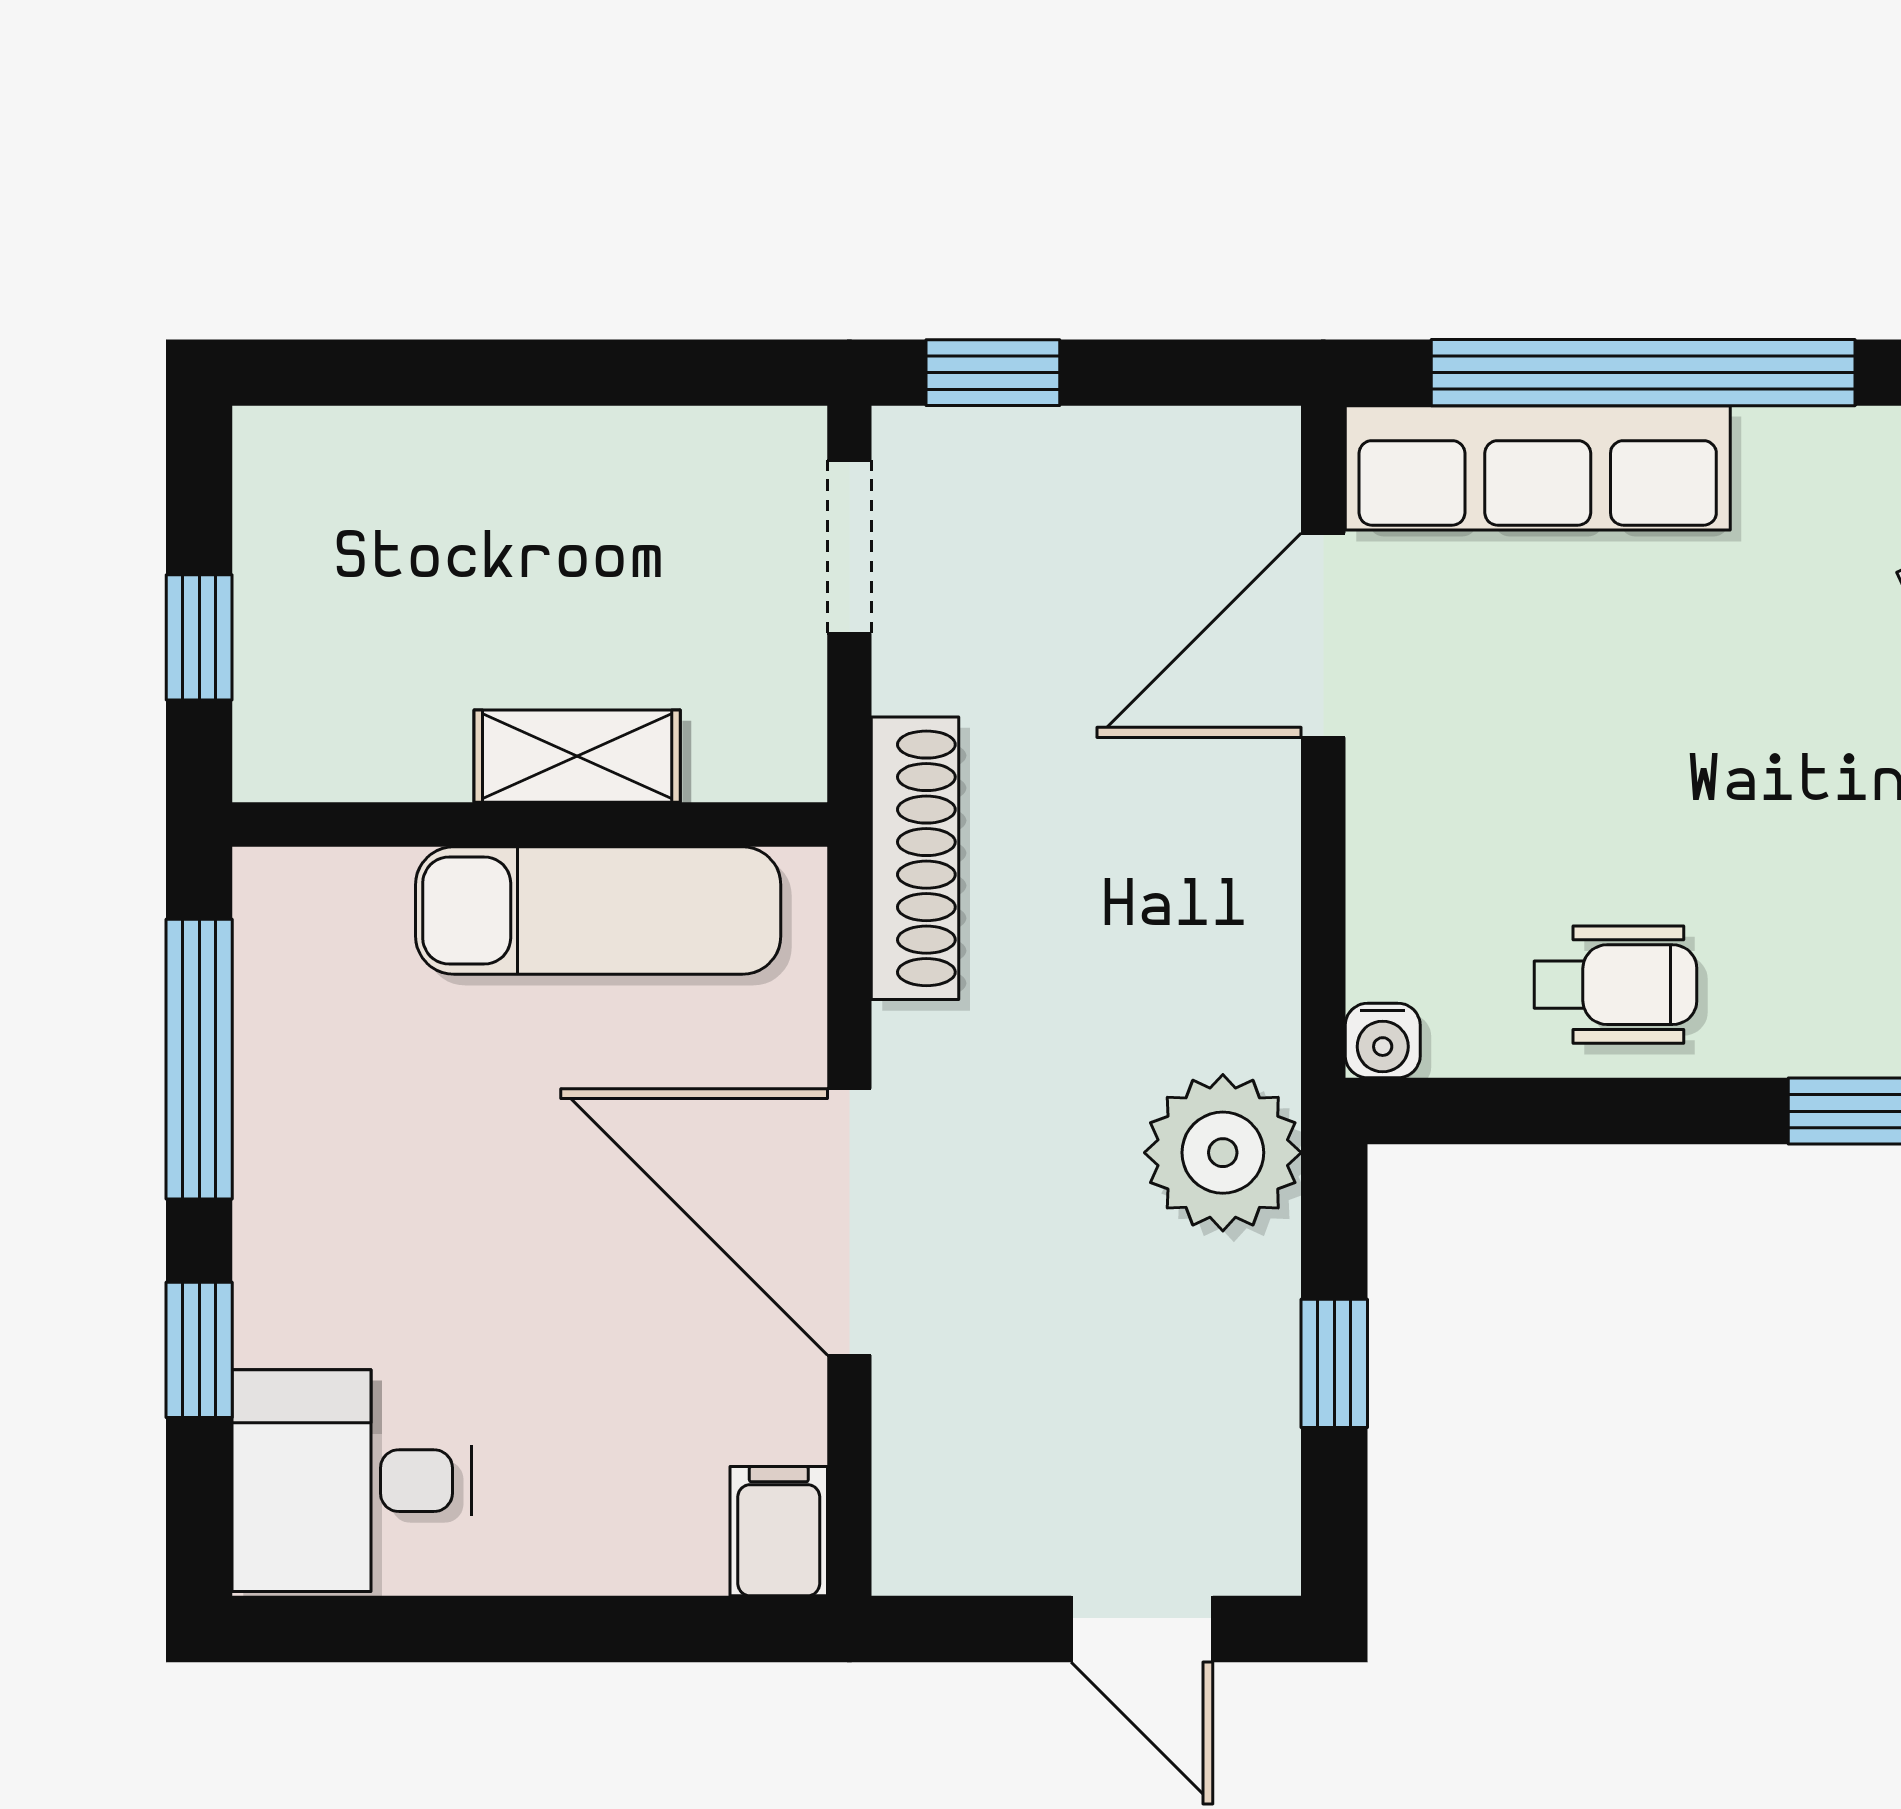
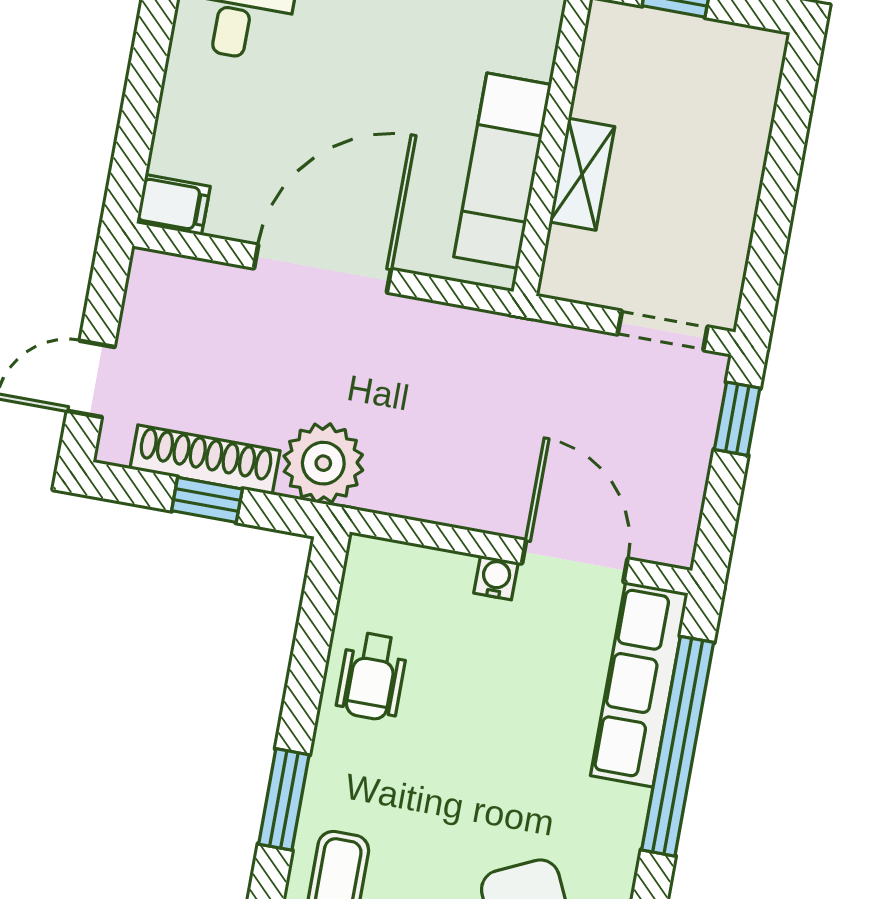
shoe rack: (915, 858) -> (205, 460), moved, turned 180
water cooler: (1383, 1041) -> (496, 578), moved, turned 90

